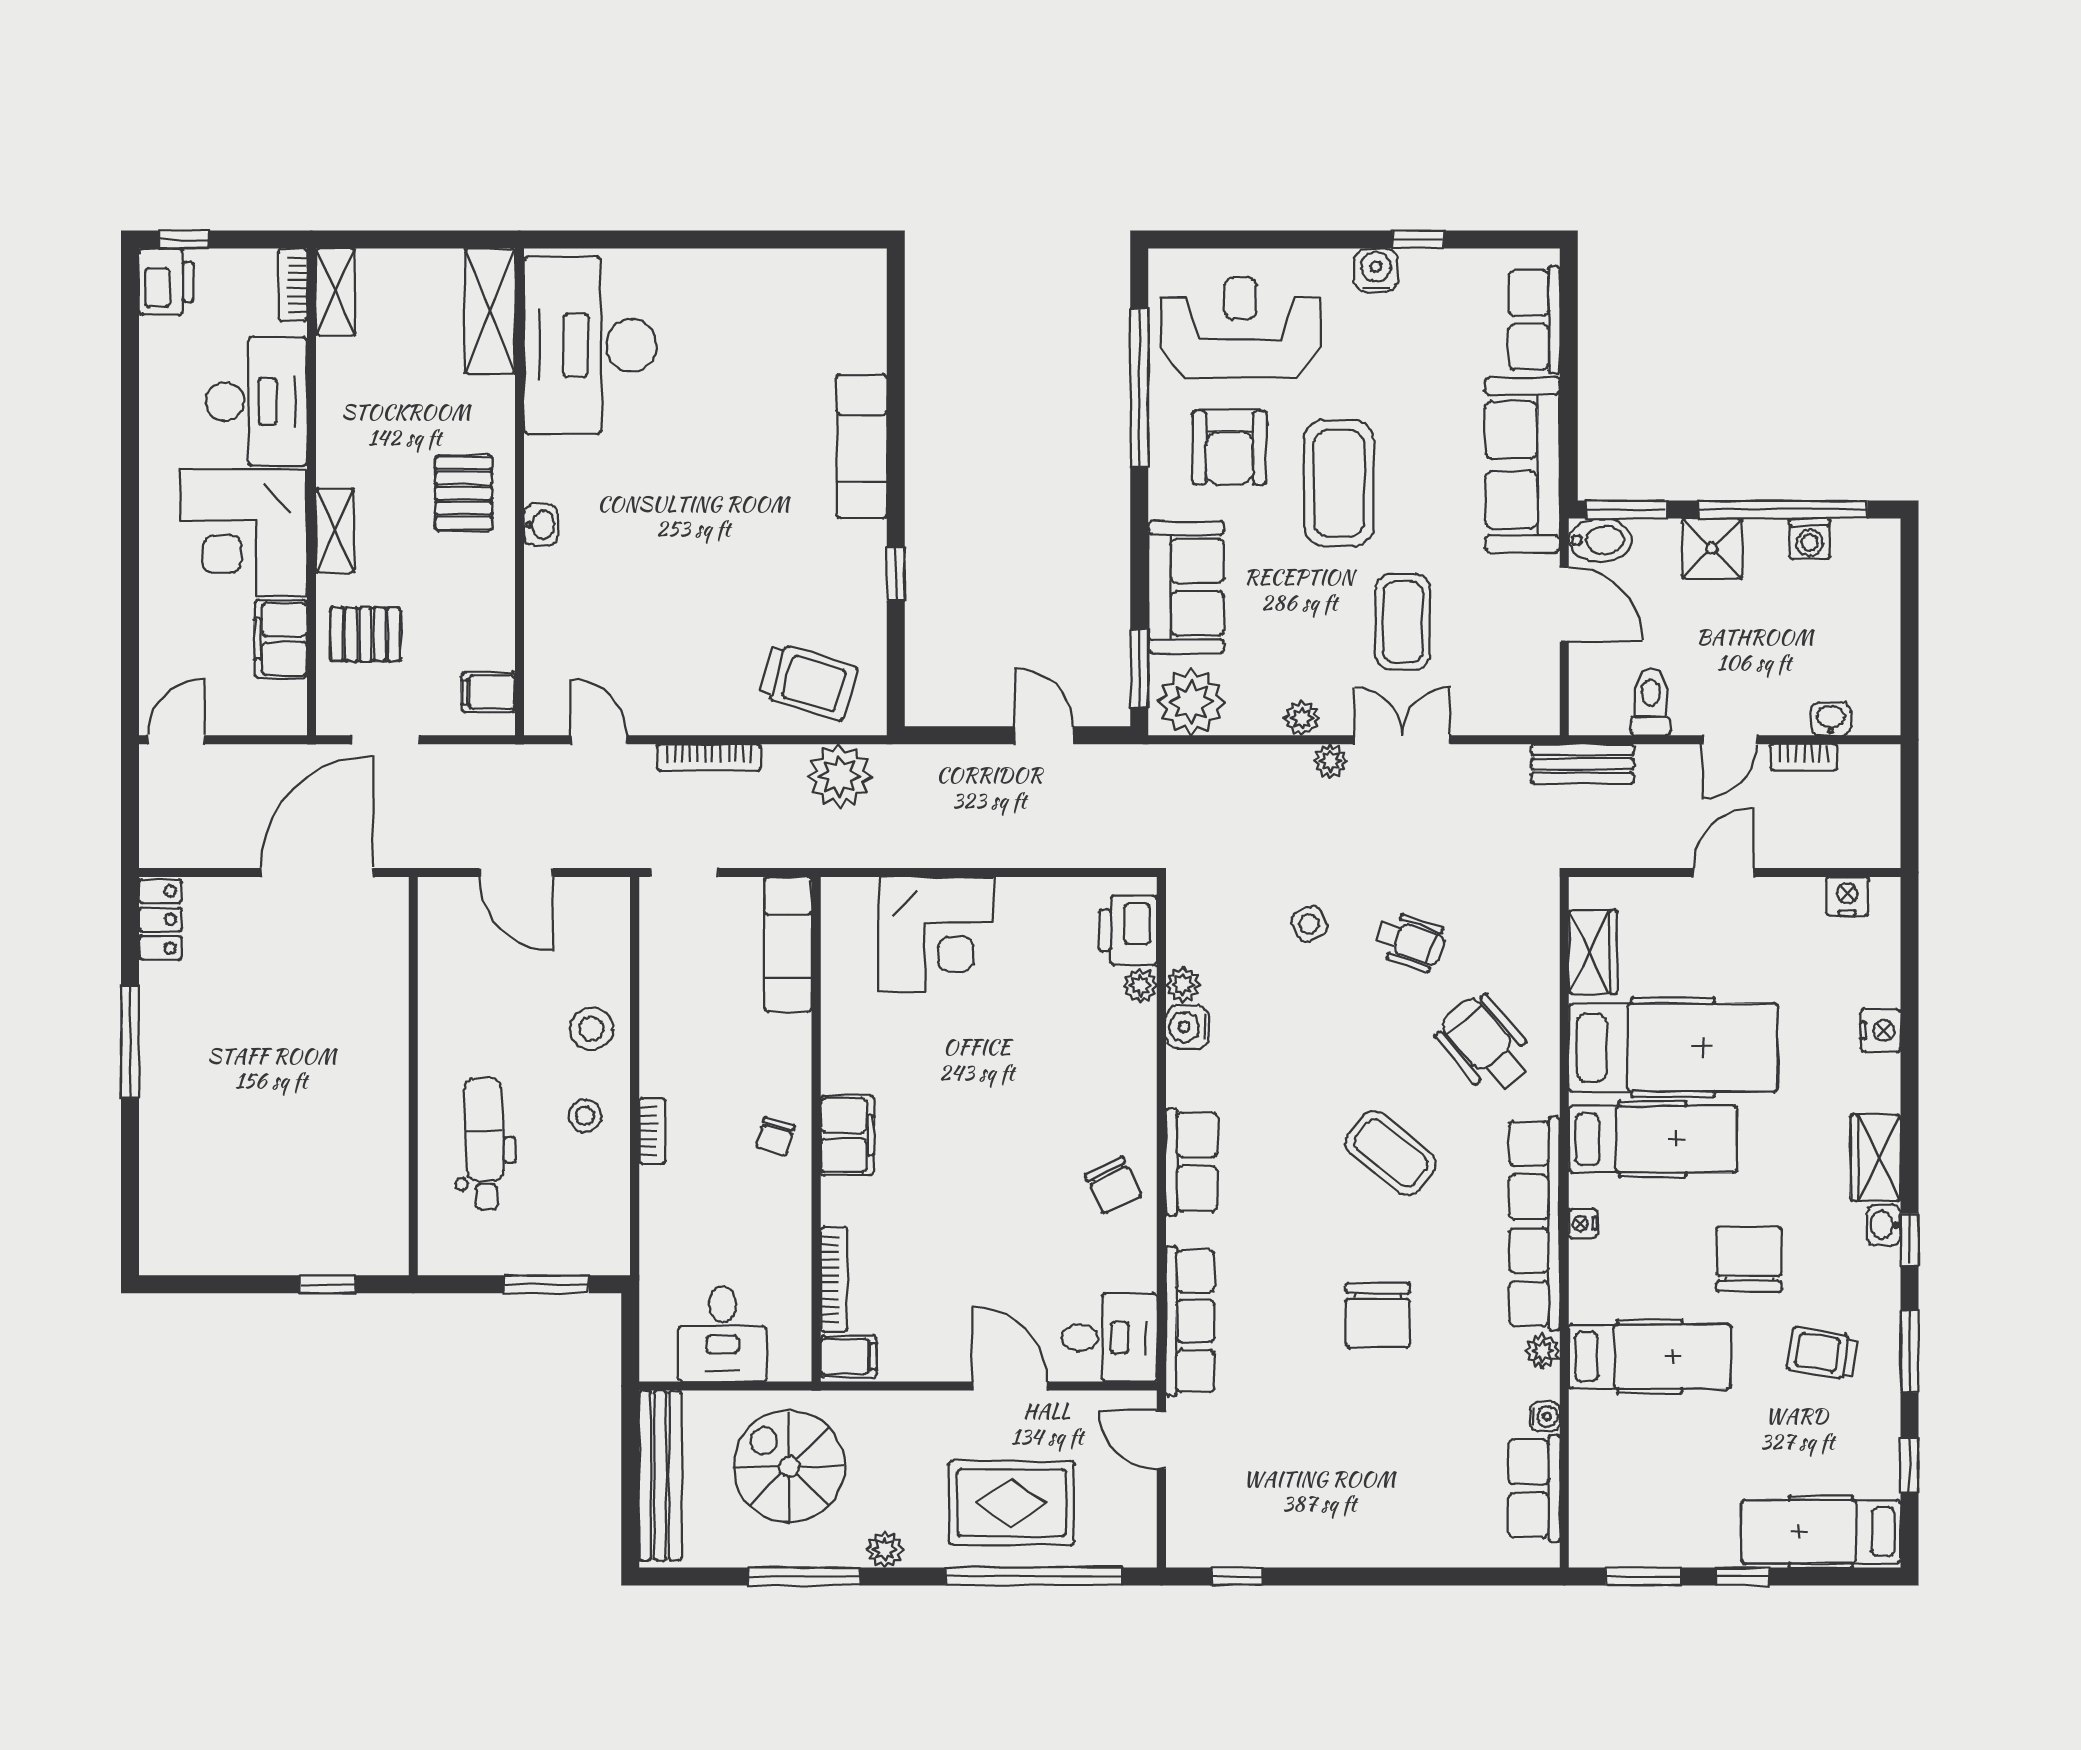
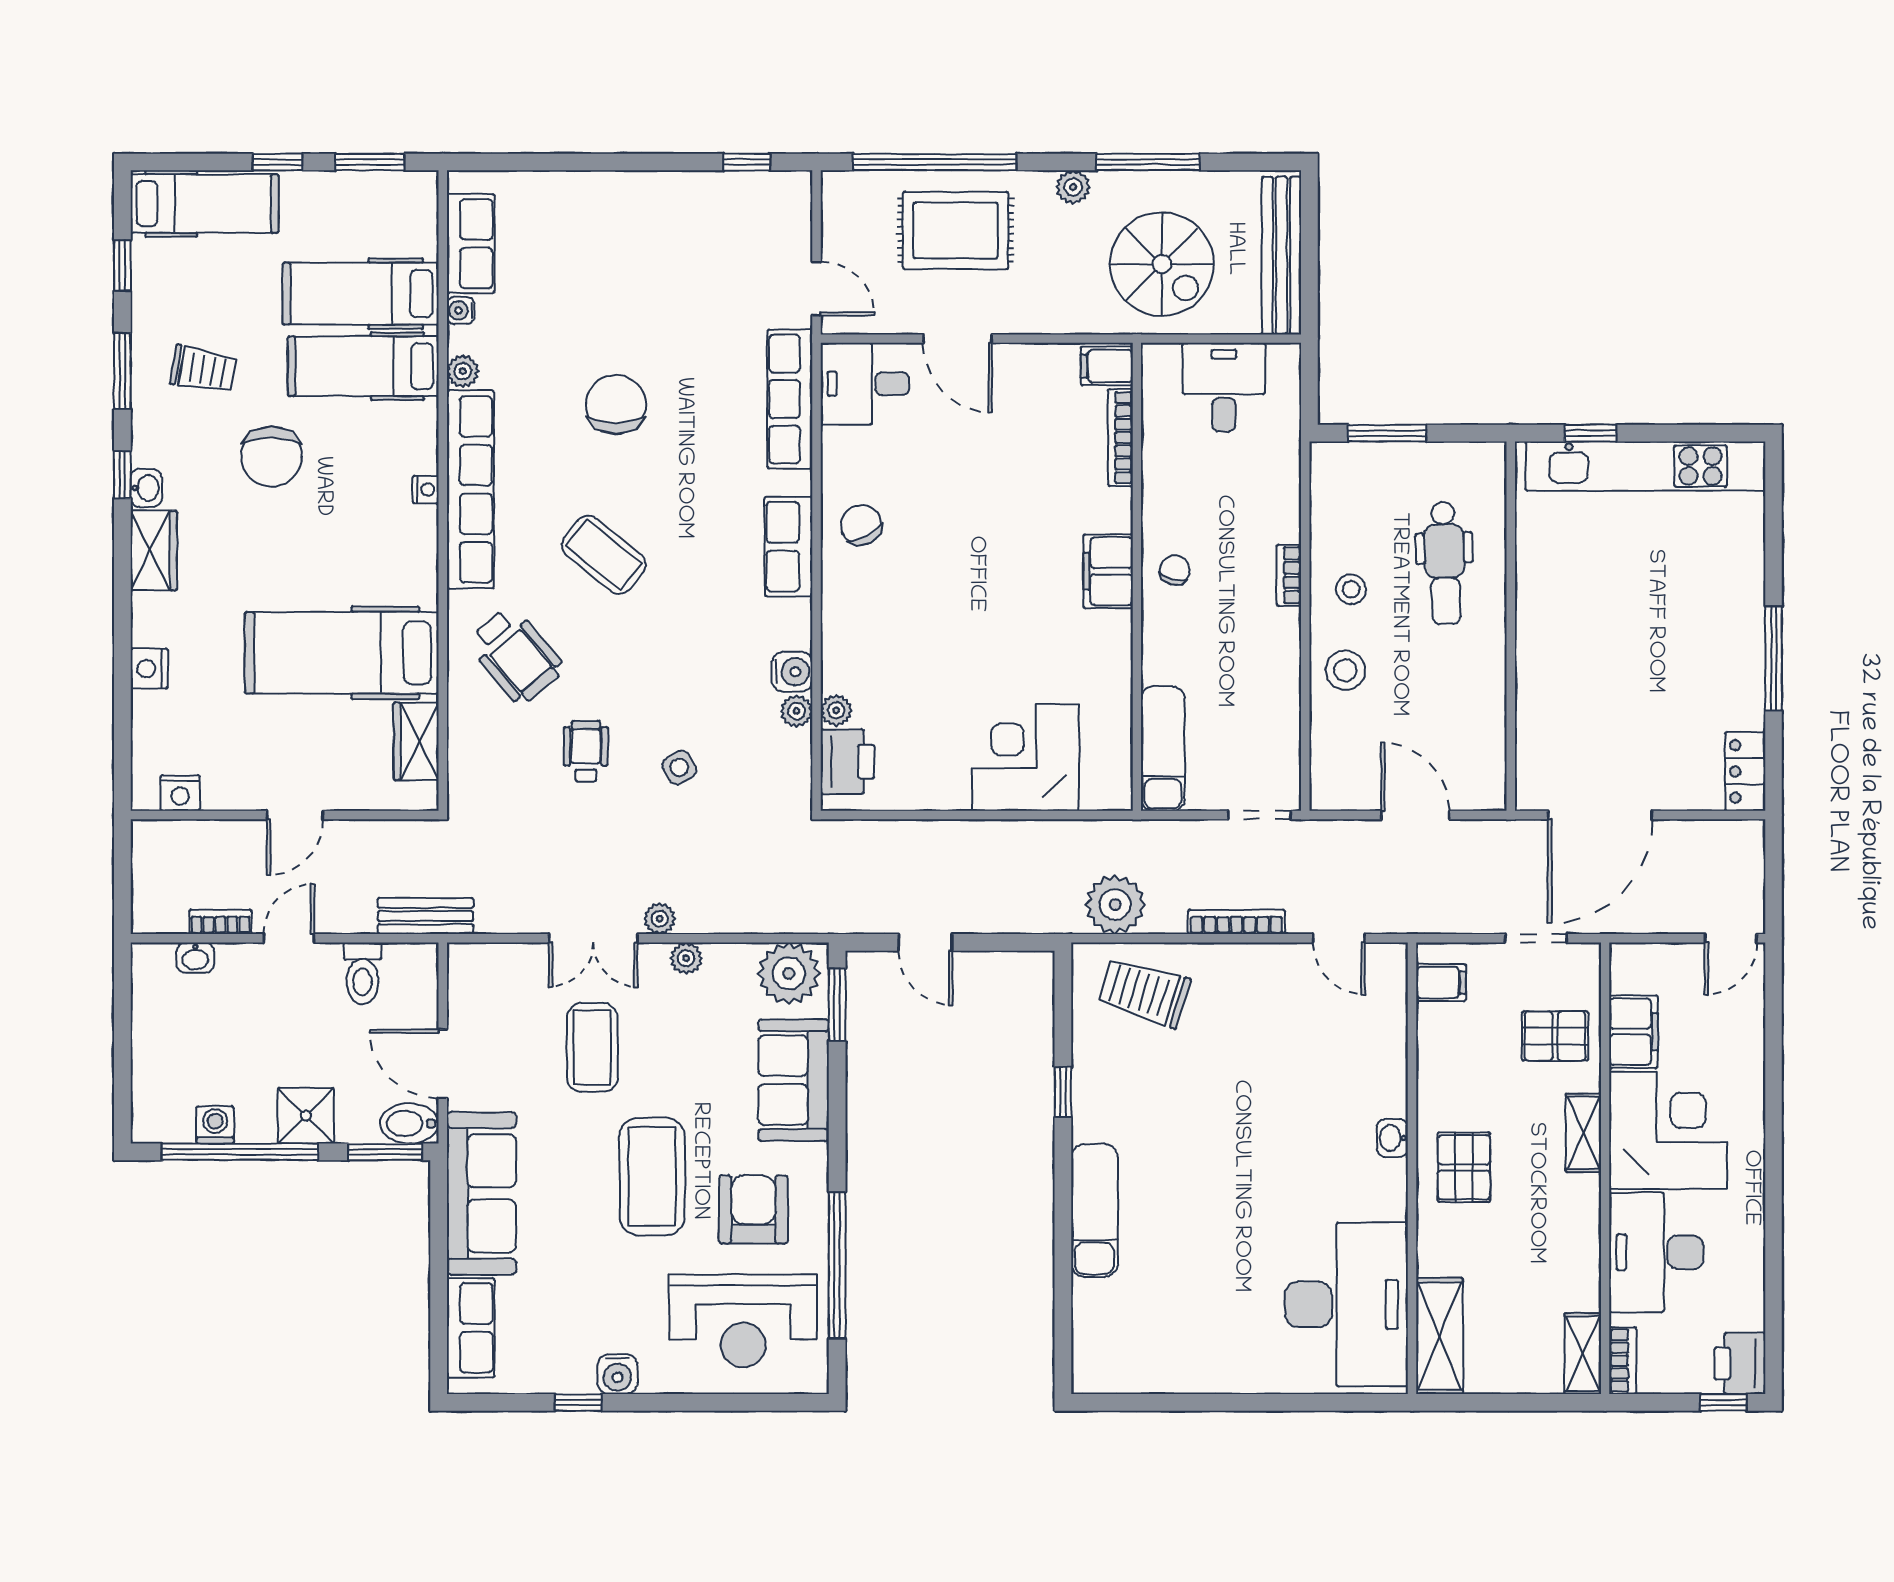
wheelchair: (1410, 942) -> (586, 751), turned 71
hospital bed: (1653, 1139) -> (361, 294), moved
kitchen unit: (268, 1249) -> (1645, 466), added

